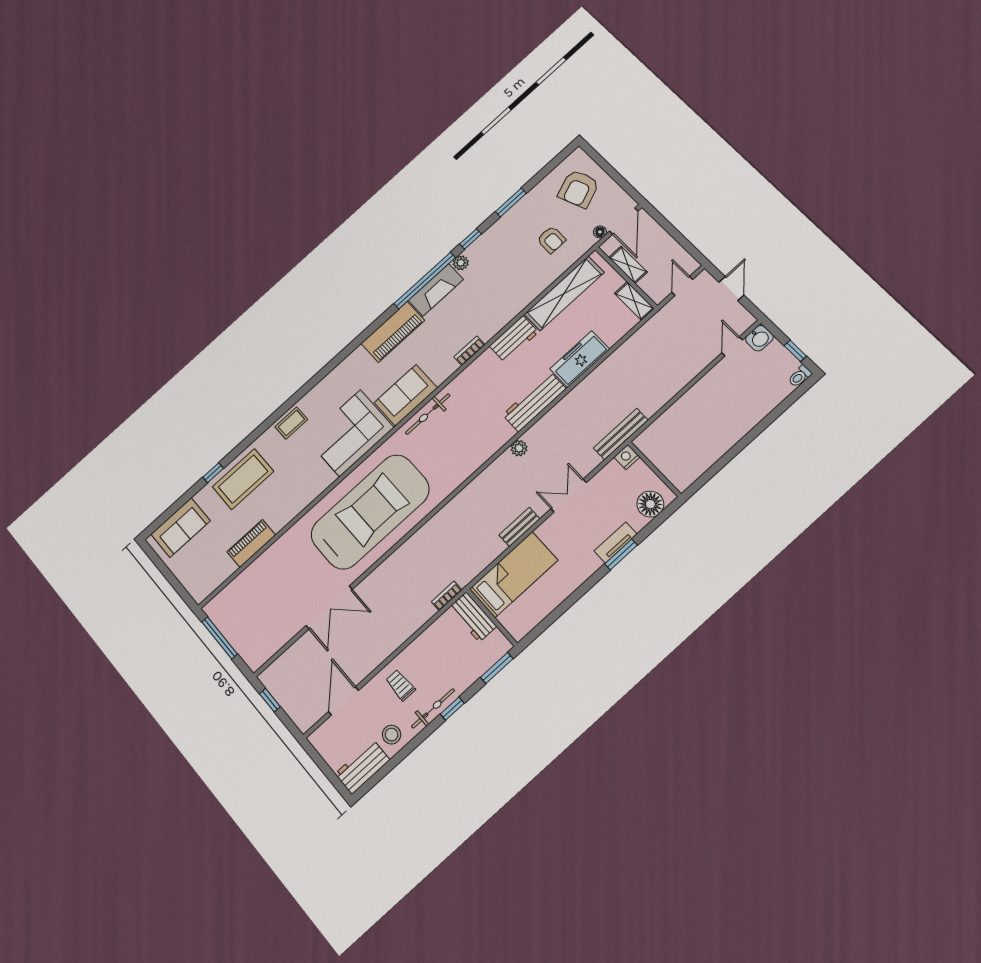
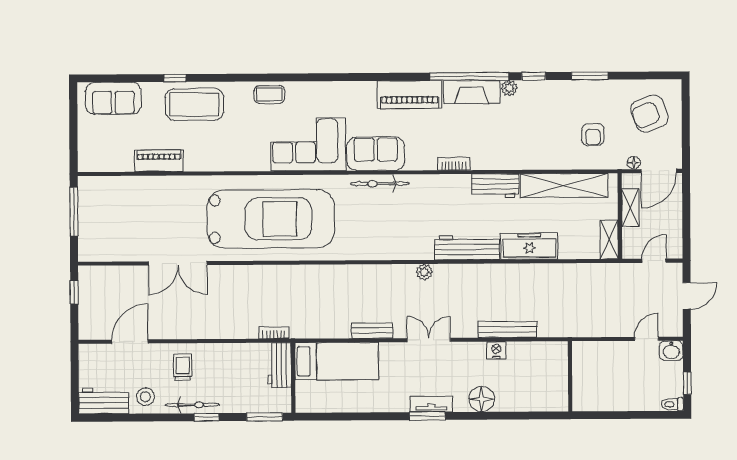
wall: (654, 469) -> (570, 376), moved

